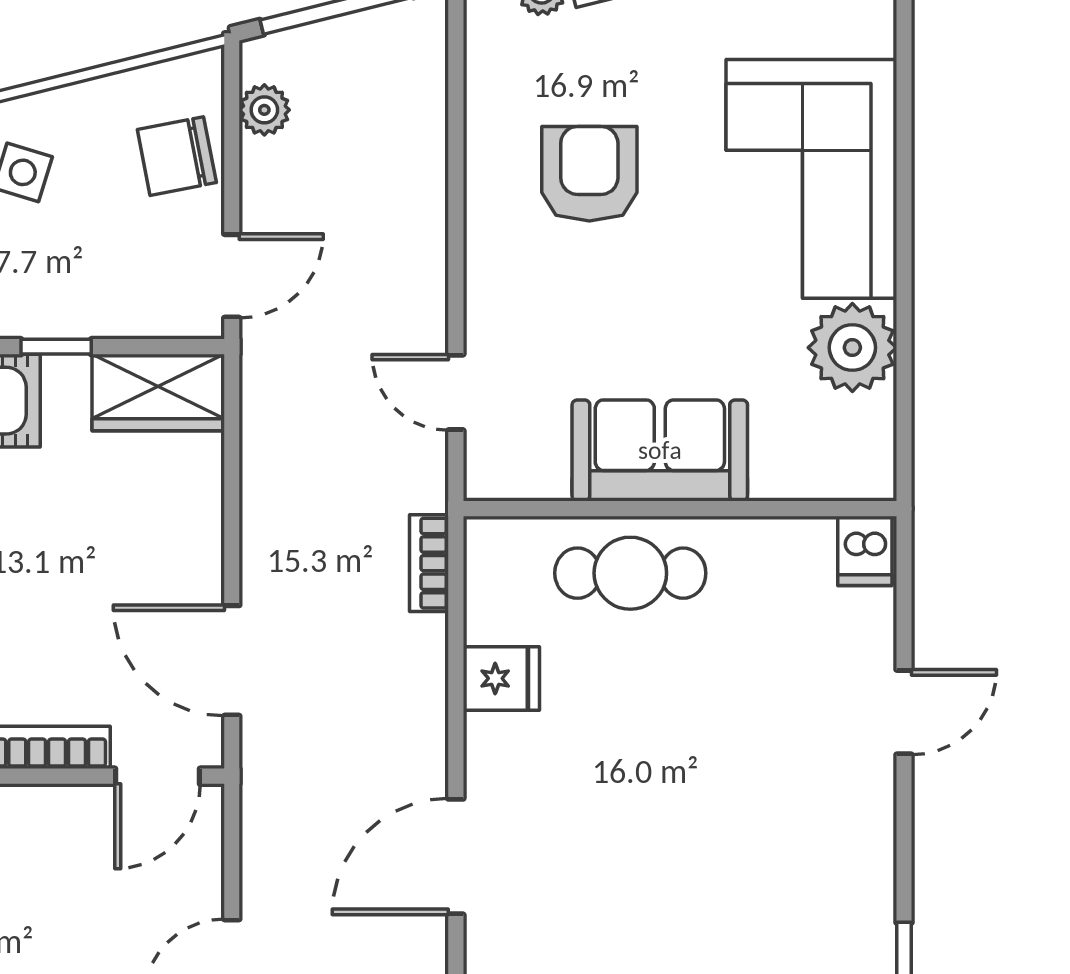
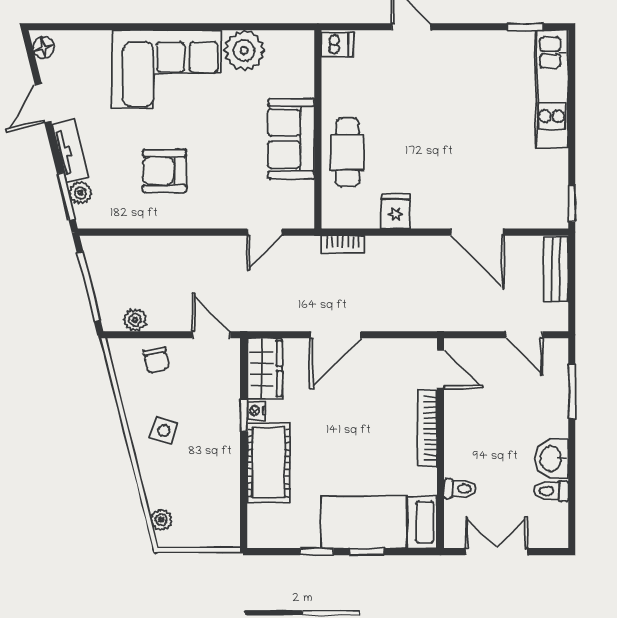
chair: (177, 156) -> (156, 360), width x0.73, depth x0.73
nightstand: (66, 374) -> (256, 411), added
door: (232, 660) -> (336, 335), moved

